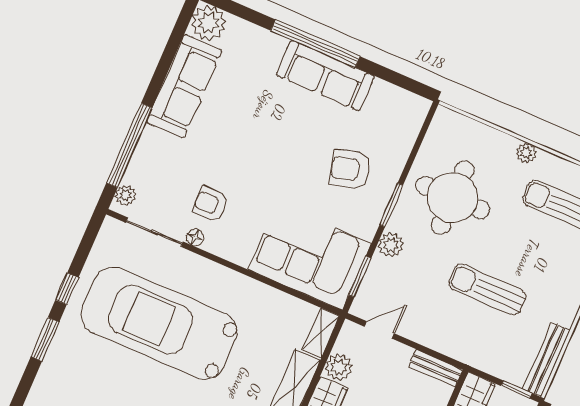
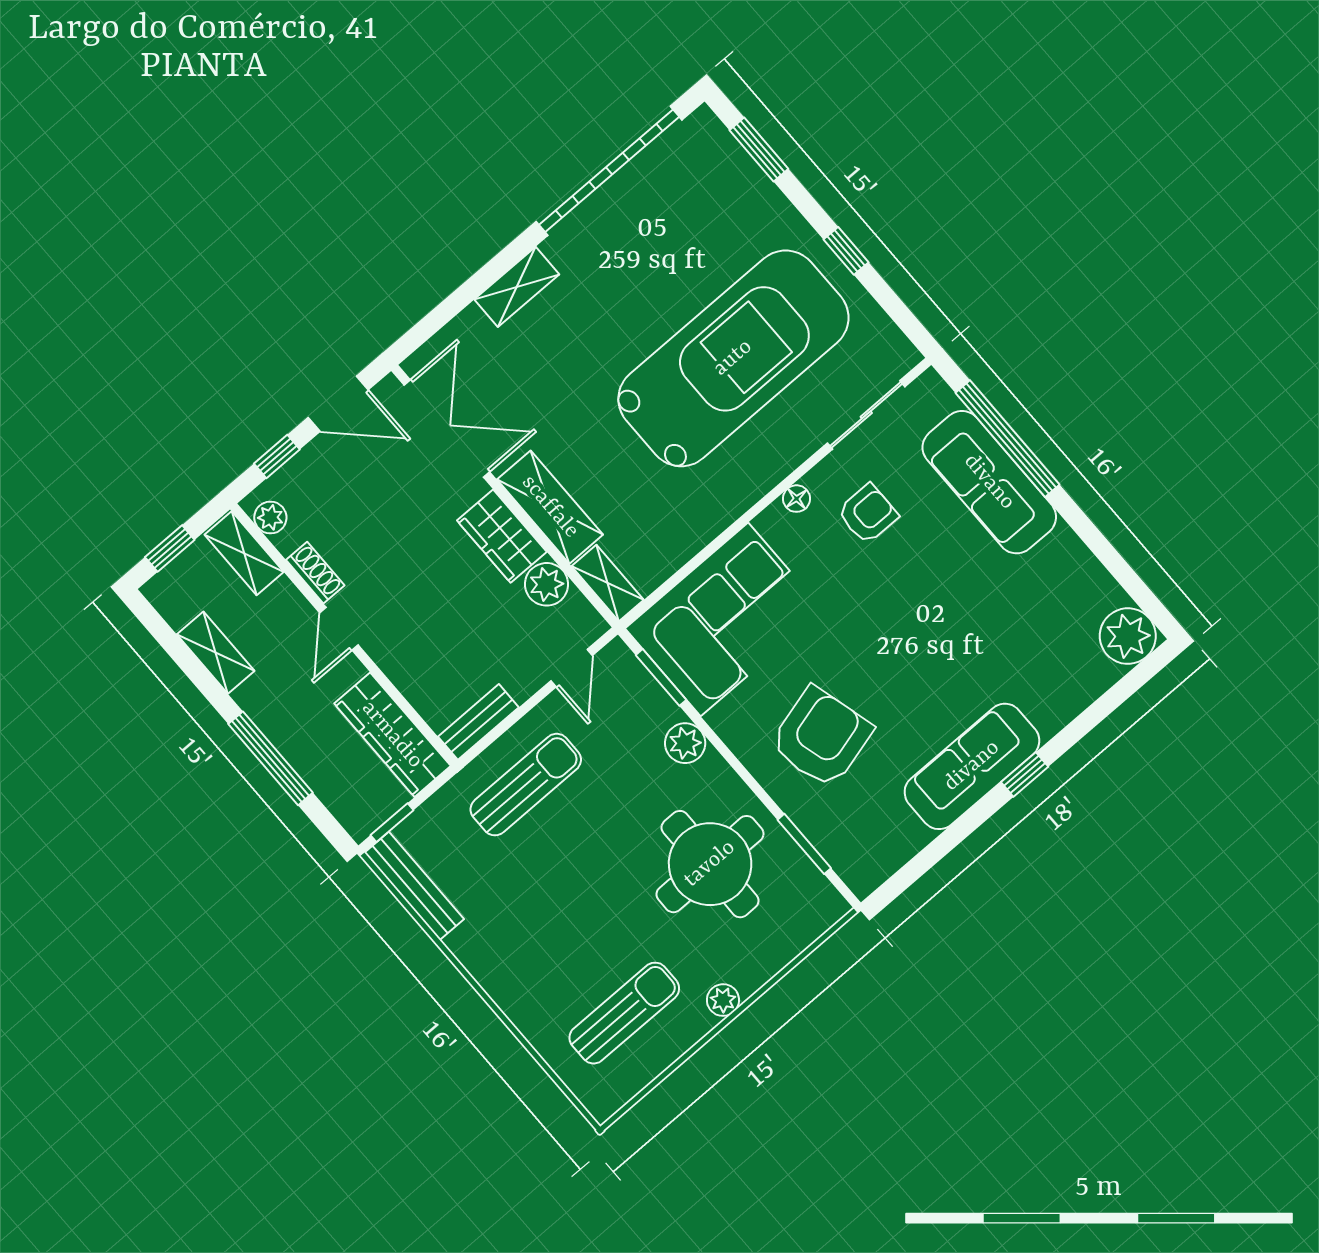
window: (315, 43) -> (1025, 774), width x0.32
sofa: (184, 86) -> (989, 482), moved
armchair: (350, 169) -> (821, 737), width x1.36, depth x1.36
plant: (125, 195) -> (939, 399), removed
window: (391, 205) -> (804, 844), moved
floor lamp: (195, 237) -> (797, 499), moved
sun lounger: (487, 290) -> (526, 785), moved
window: (45, 339) -> (759, 150), moved

